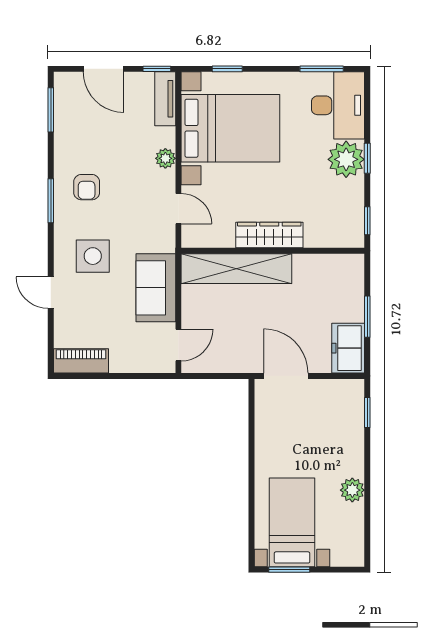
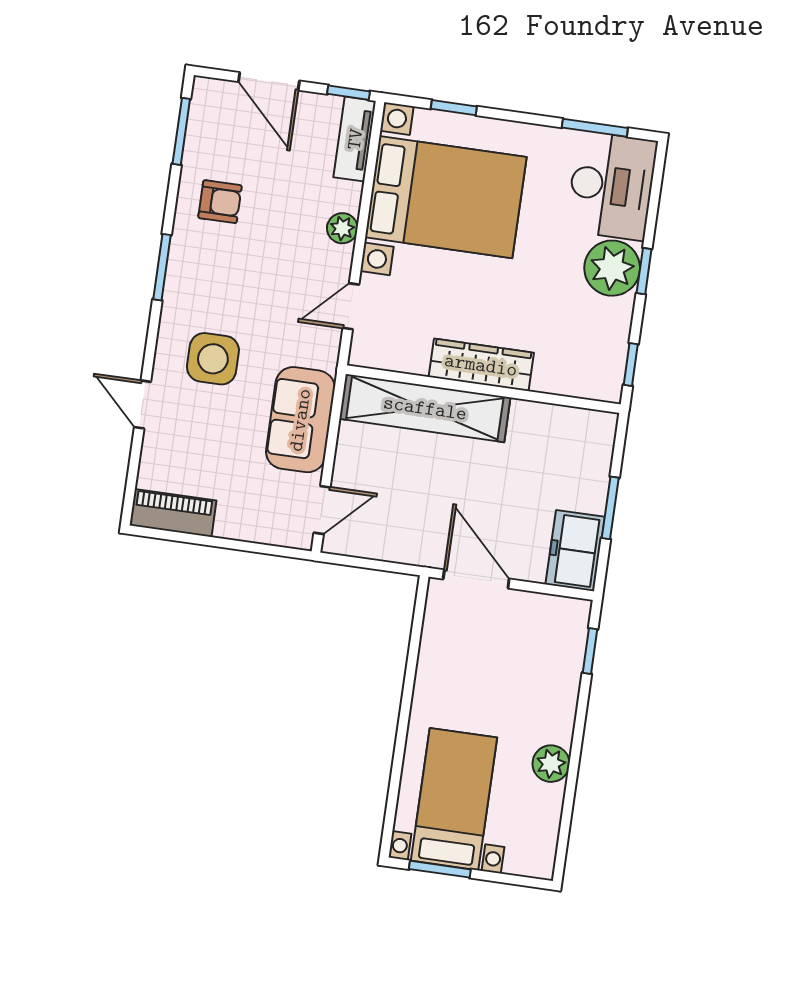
armchair: (87, 187) -> (220, 202), moved, turned -90
door: (178, 209) -> (351, 306), swing flipped

